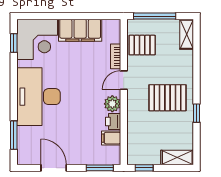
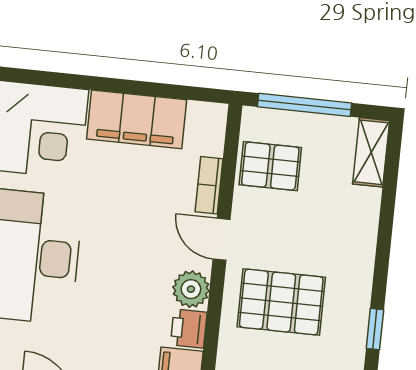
door: (124, 80) -> (222, 239), hinge flipped
pallet: (168, 98) -> (281, 302), moved

